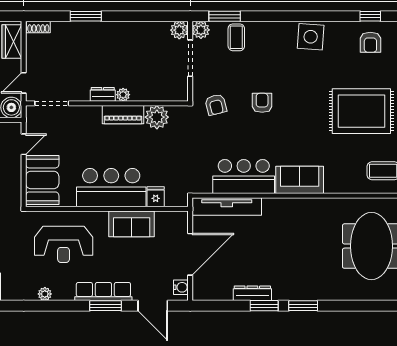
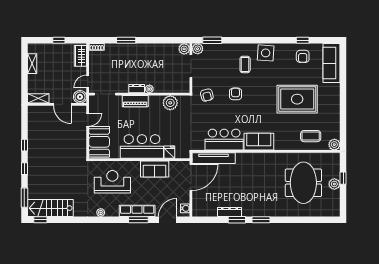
coffee table: (236, 37) -> (245, 64), moved
piano: (123, 115) -> (135, 101), moved
reception desk: (64, 244) -> (112, 182), turned 180
door: (190, 254) -> (191, 177), moved
door: (153, 306) -> (168, 220), swing flipped

